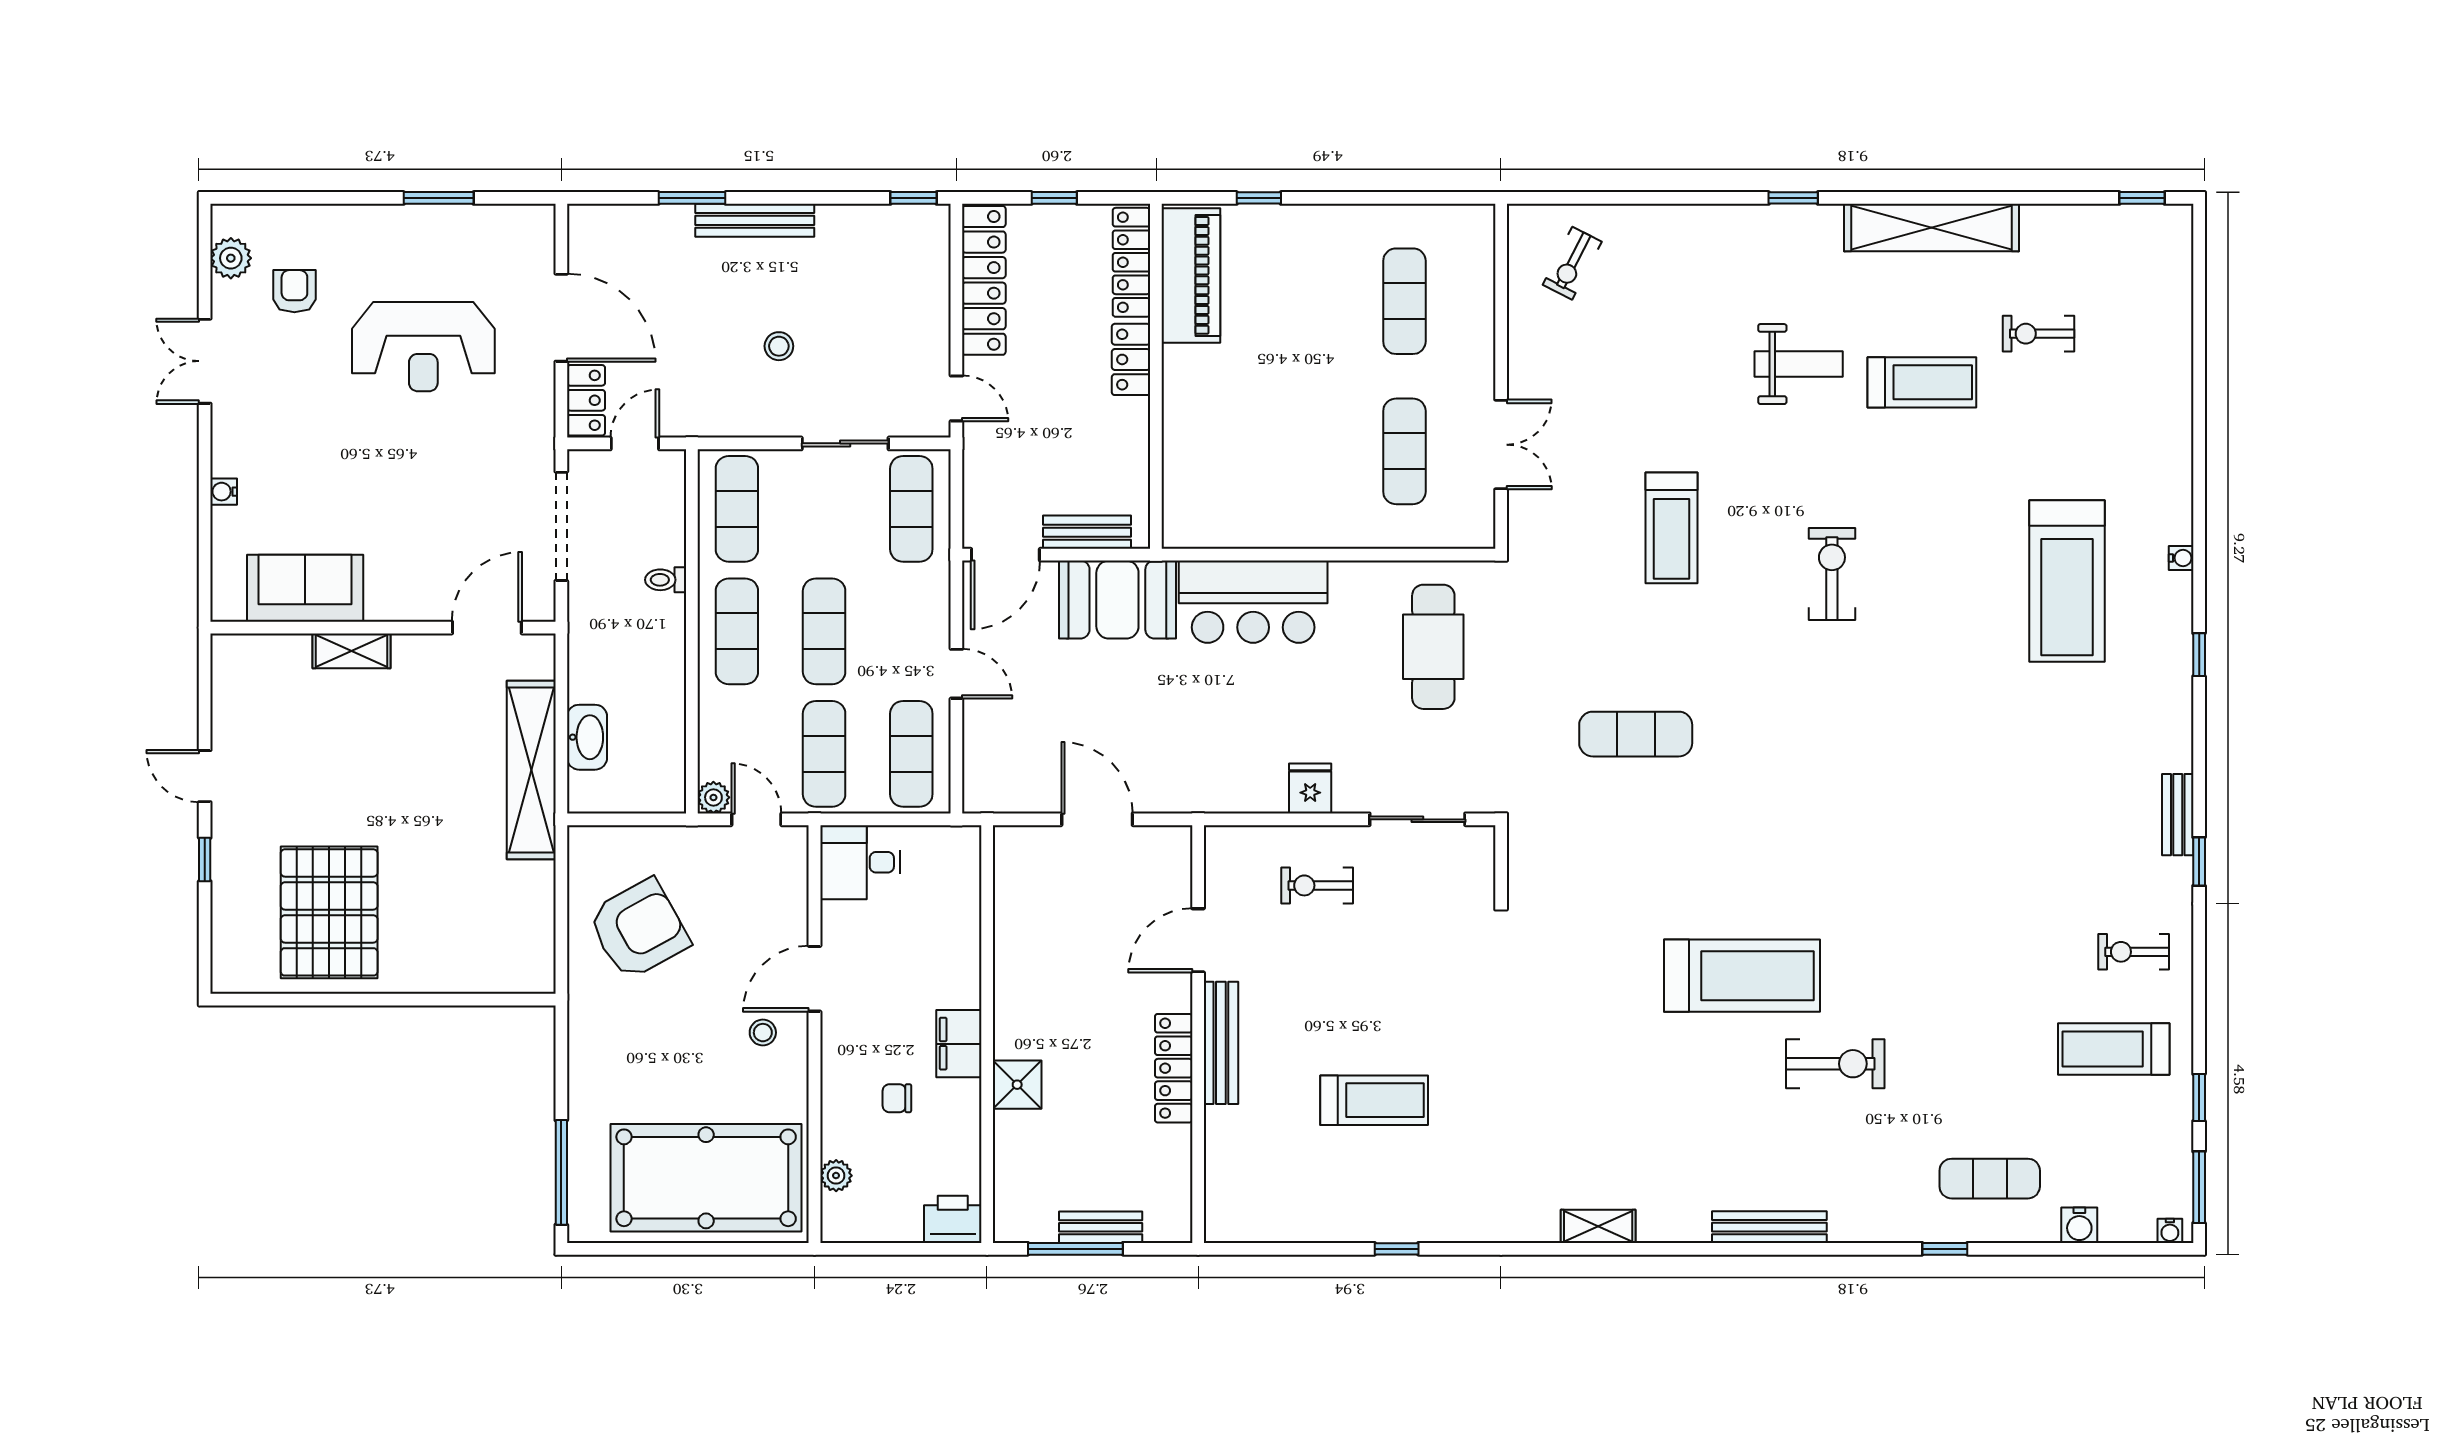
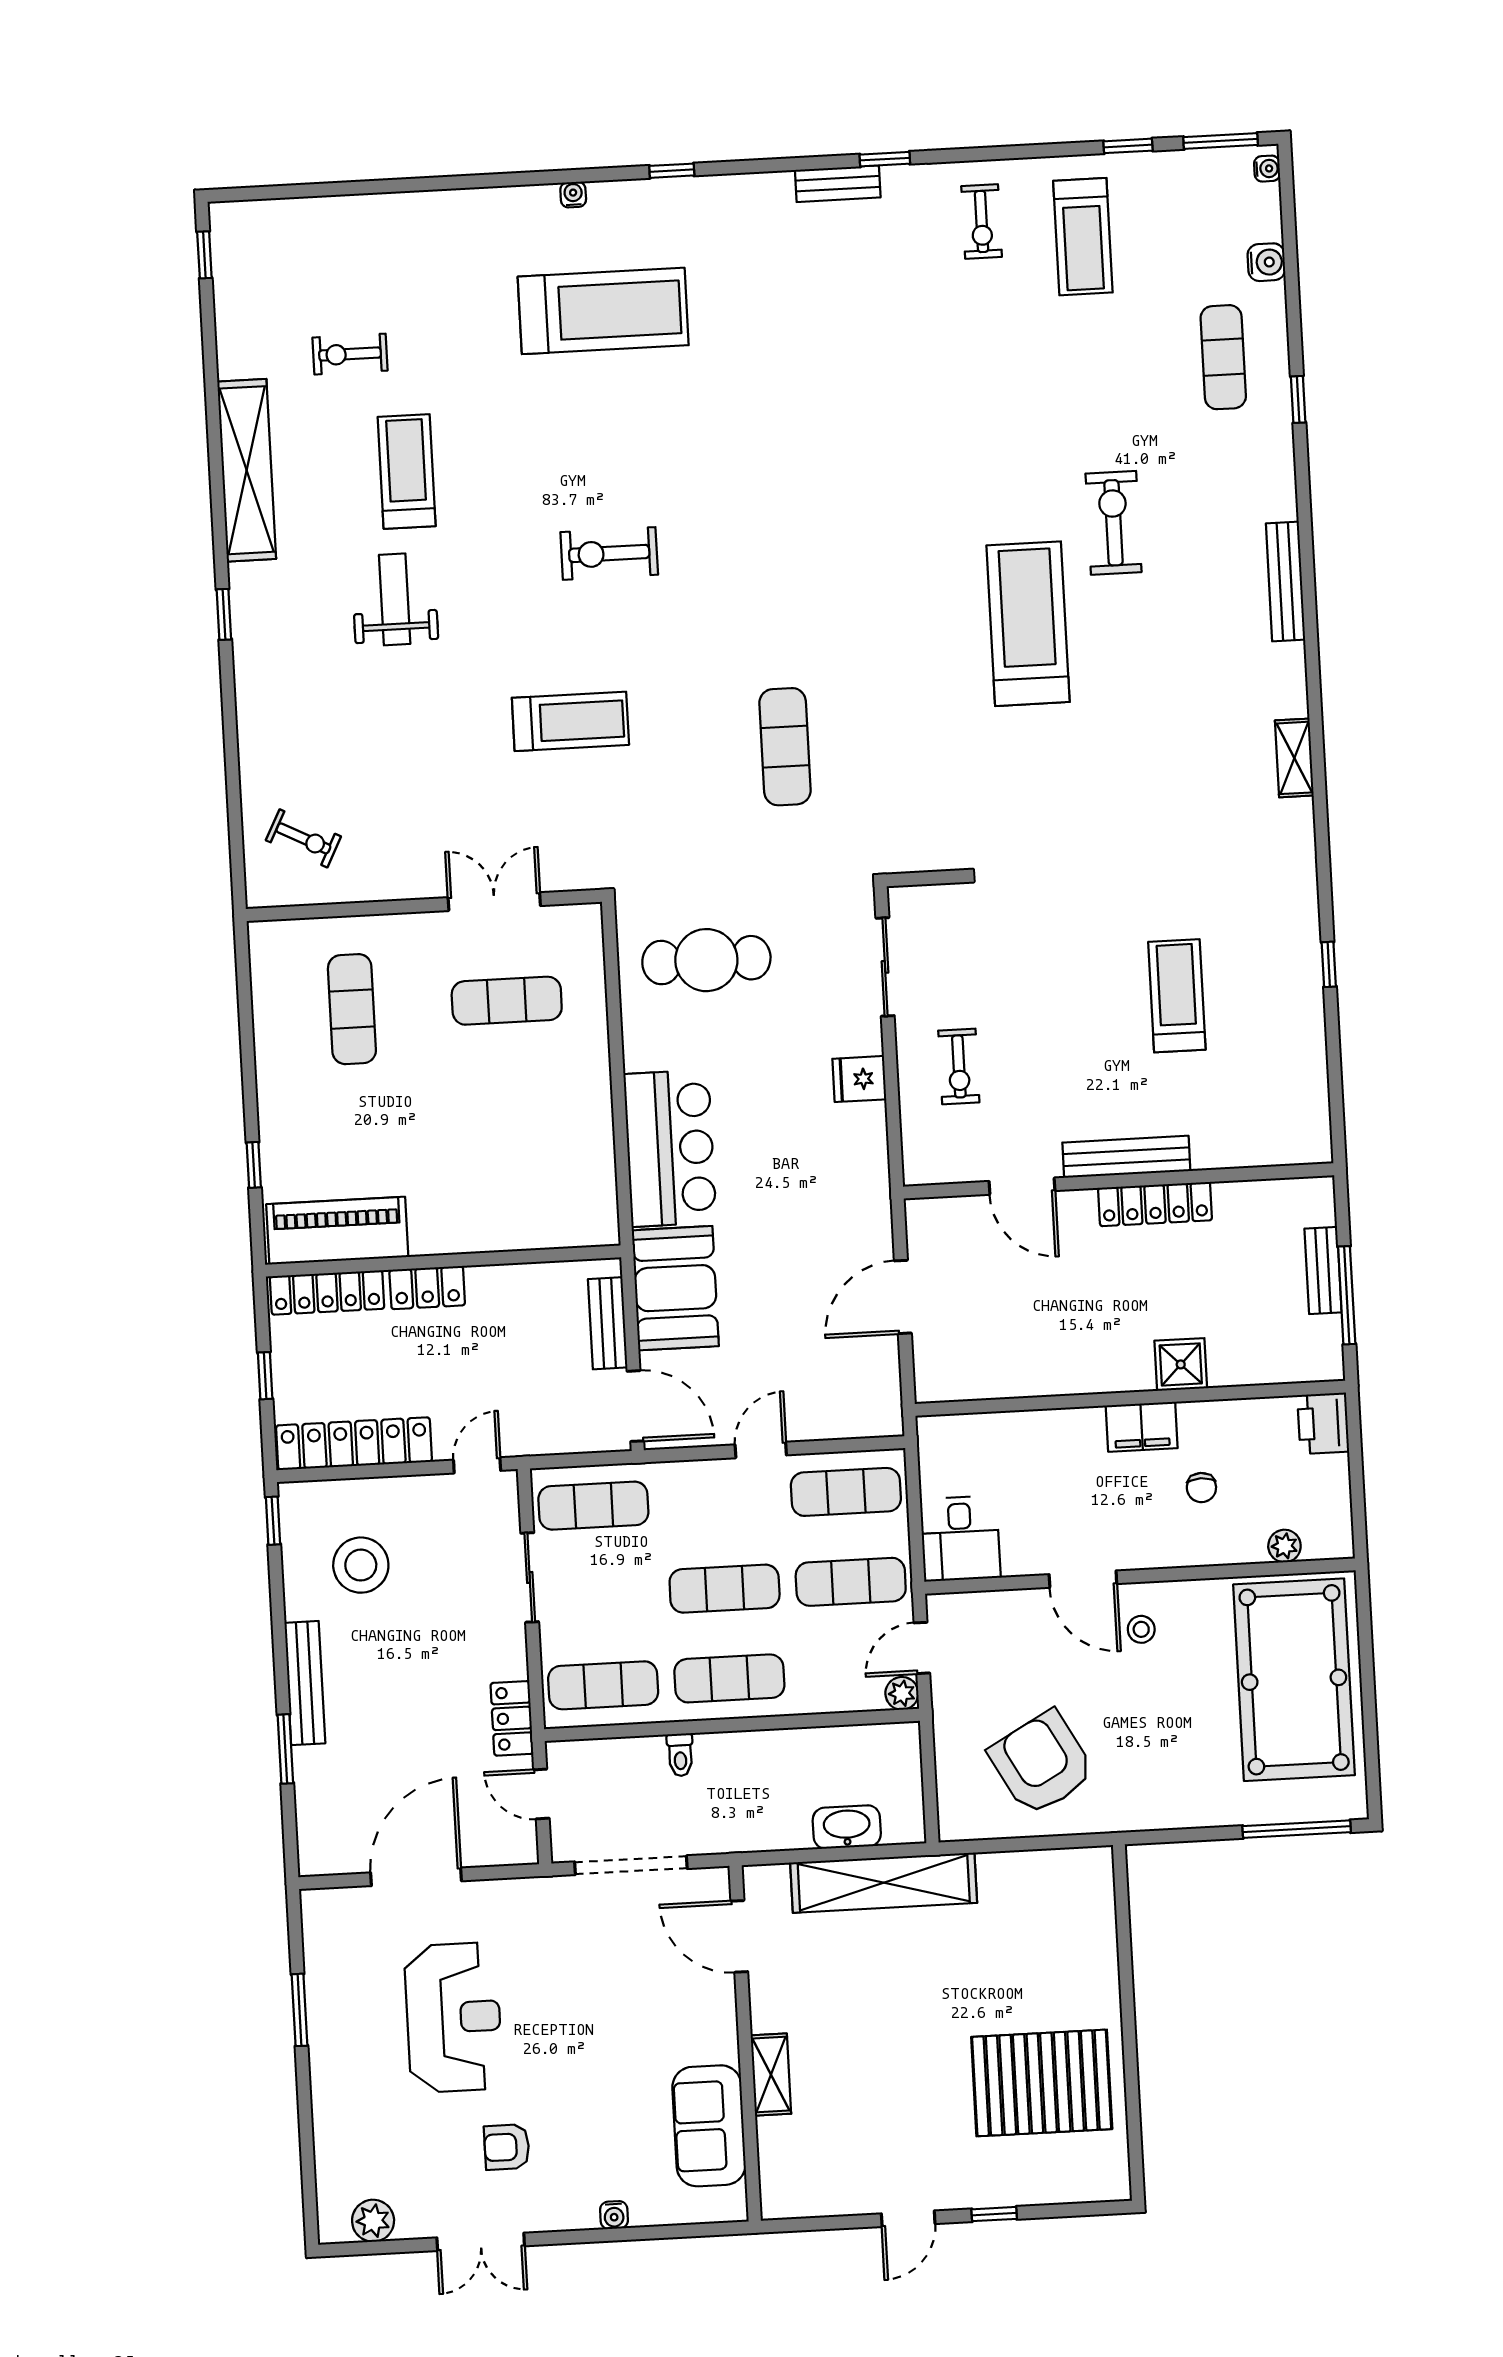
armchair: (294, 291) -> (507, 2147), moved
exercise mat: (1404, 301) -> (352, 1009), turned 90
exercise bike: (2038, 334) -> (350, 354), turned 90
stool: (779, 346) -> (361, 1565), moved, width x1.89, depth x1.89
locker: (586, 400) -> (512, 1718), moved, turned -90

